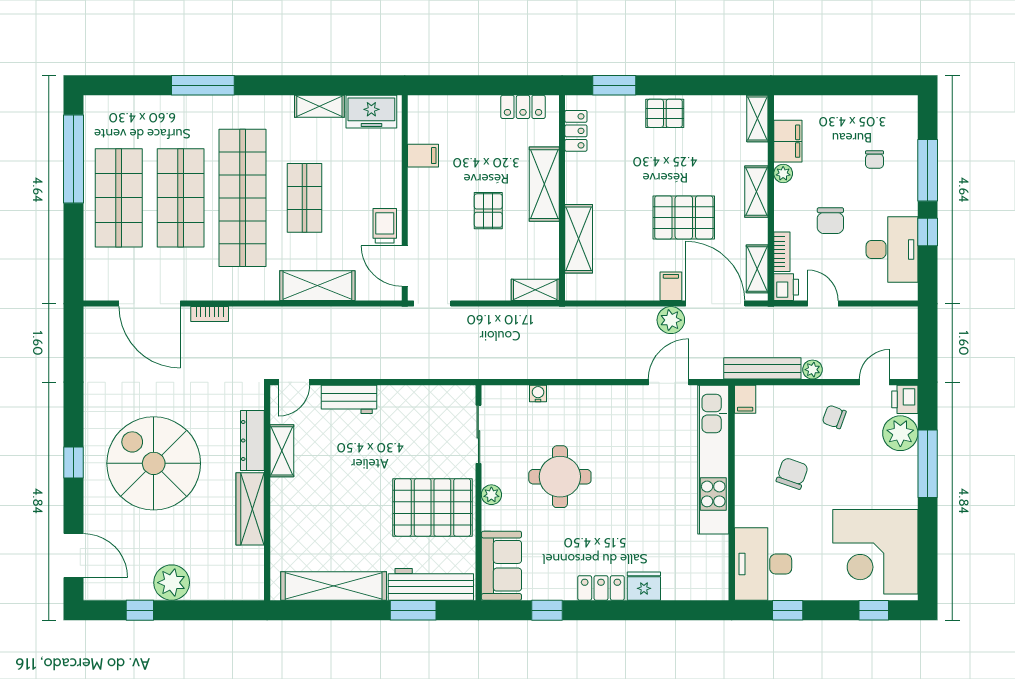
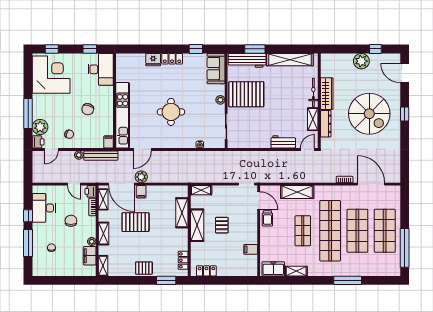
shelving: (544, 184) -> (197, 225), moved
round table: (560, 477) -> (171, 112), moved
bicycle: (280, 512) -> (313, 92), added

